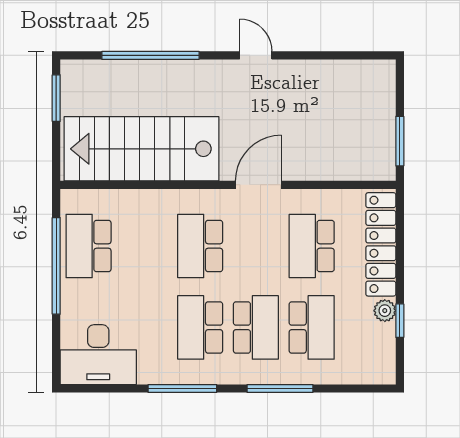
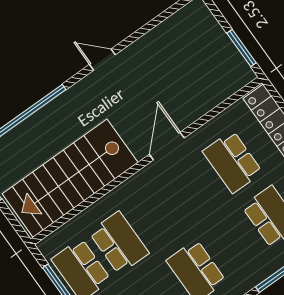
school desk: (200, 246) -> (119, 243), moved, turned 180
school desk: (256, 327) -> (234, 244), removed

